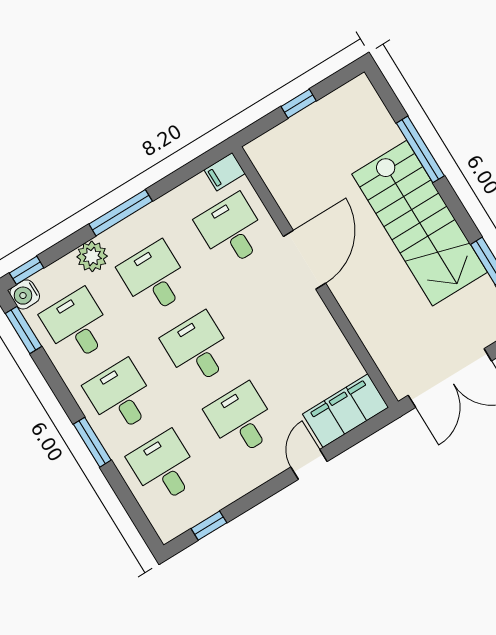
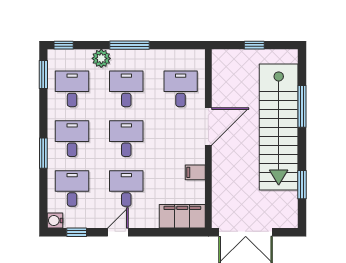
filing cabinet: (225, 172) -> (195, 172), moved
stairs: (420, 223) -> (279, 127), width x1.36
water cooler: (25, 294) -> (55, 220), moved
door: (309, 464) -> (118, 232), moved

